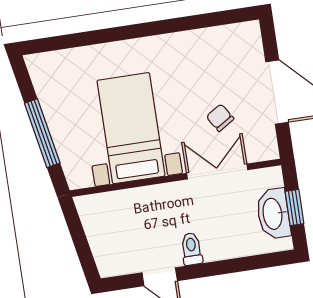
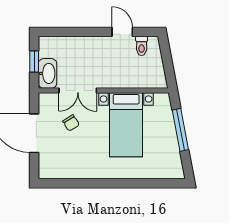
washbasin: (273, 214) -> (47, 73), moved
toilet: (192, 249) -> (142, 46), moved

